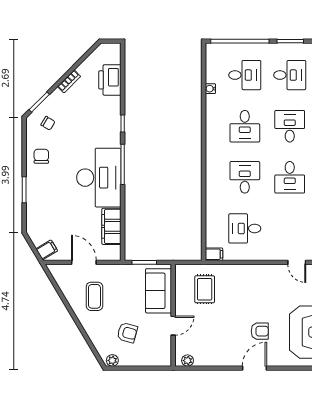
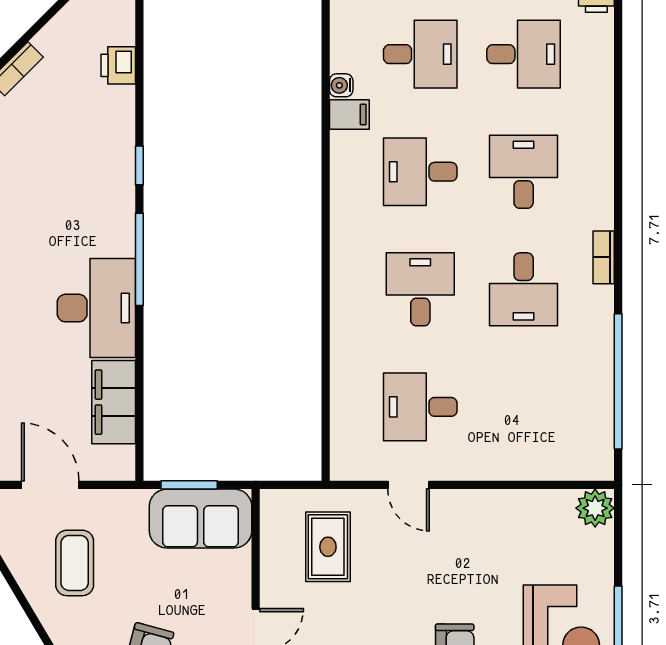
printer: (110, 80) -> (118, 65), width x0.53, depth x0.68
desk: (245, 126) -> (420, 172), turned 90
desk: (99, 178) -> (96, 308), width x0.73, depth x0.77
filing cabinet: (214, 254) -> (349, 114), moved
door: (297, 262) -> (408, 485), moved
sofa: (159, 291) -> (201, 519), moved, turned -90

